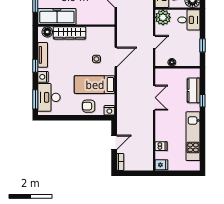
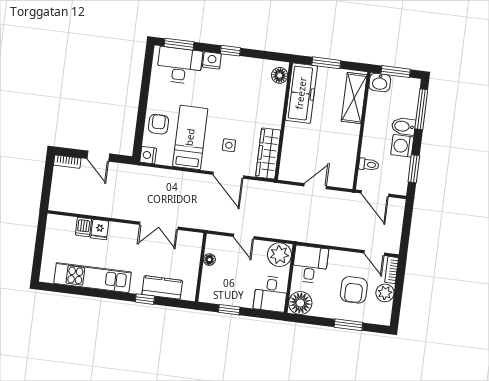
wardrobe: (69, 33) -> (268, 153), moved
tv unit: (43, 55) -> (246, 64), removed
fridge: (161, 165) -> (100, 230), moved

